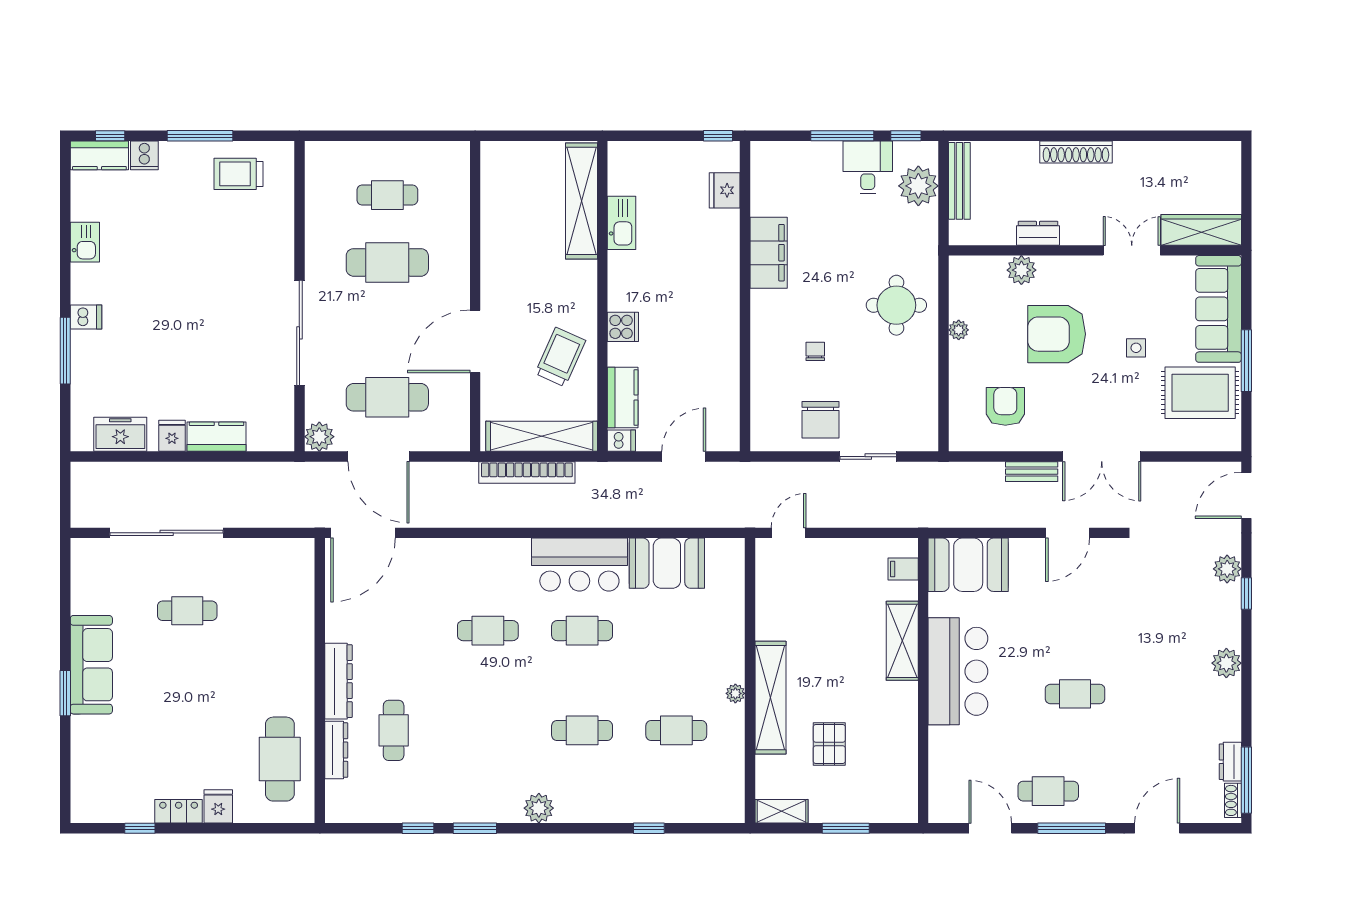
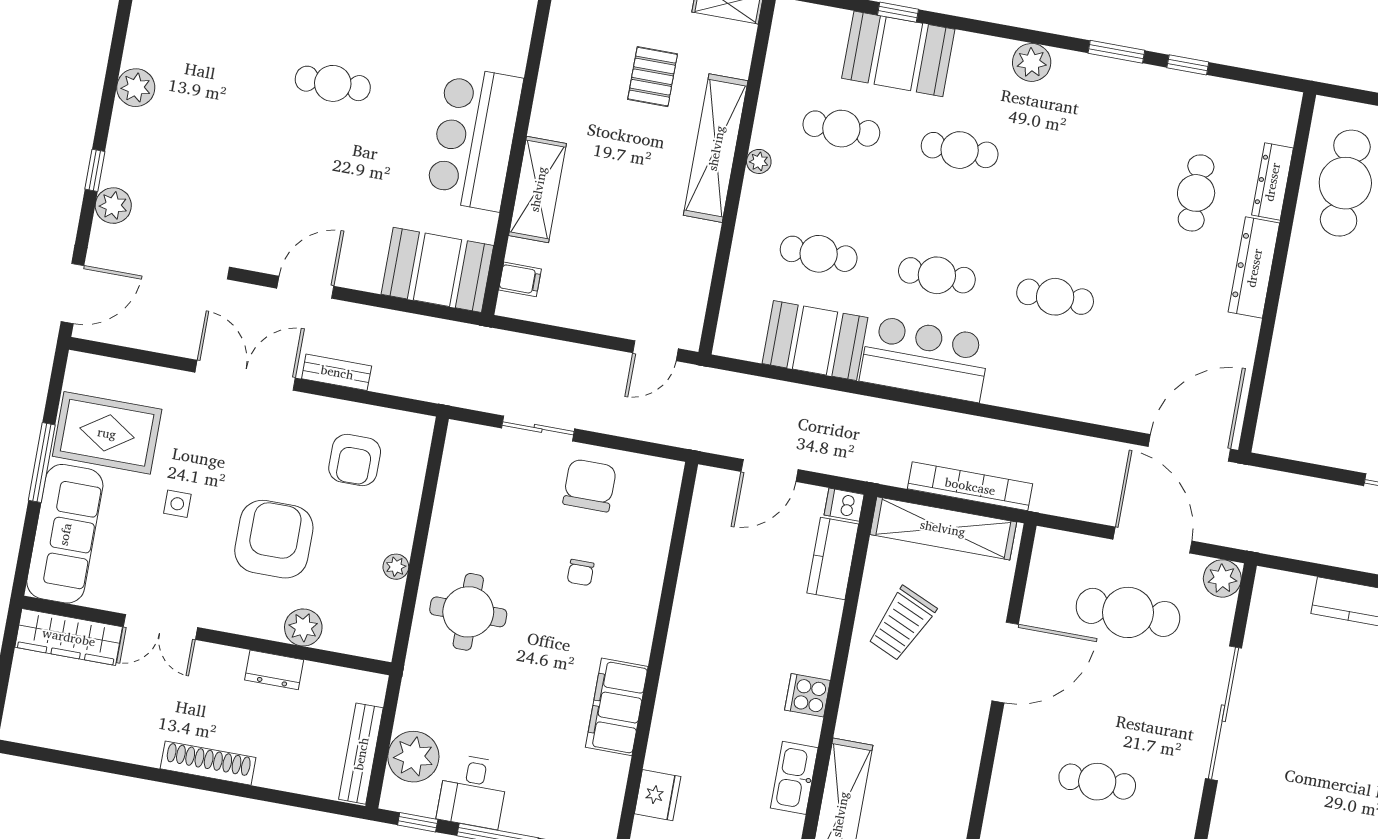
cafe table: (387, 262) -> (1097, 782), width x0.73, depth x0.74
cooker: (623, 327) -> (807, 695), moved
armchair: (1057, 334) -> (274, 539), turned -90
cafe table: (676, 631) -> (819, 254), added
booth: (643, 796) -> (898, 54), added

